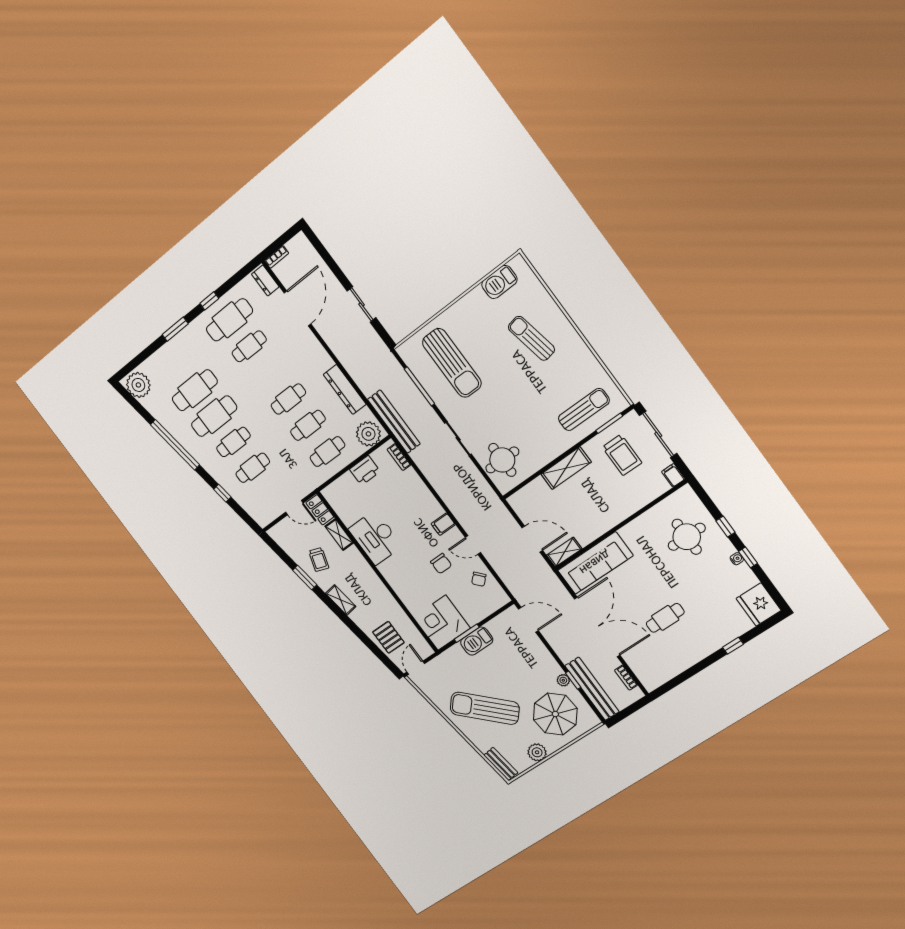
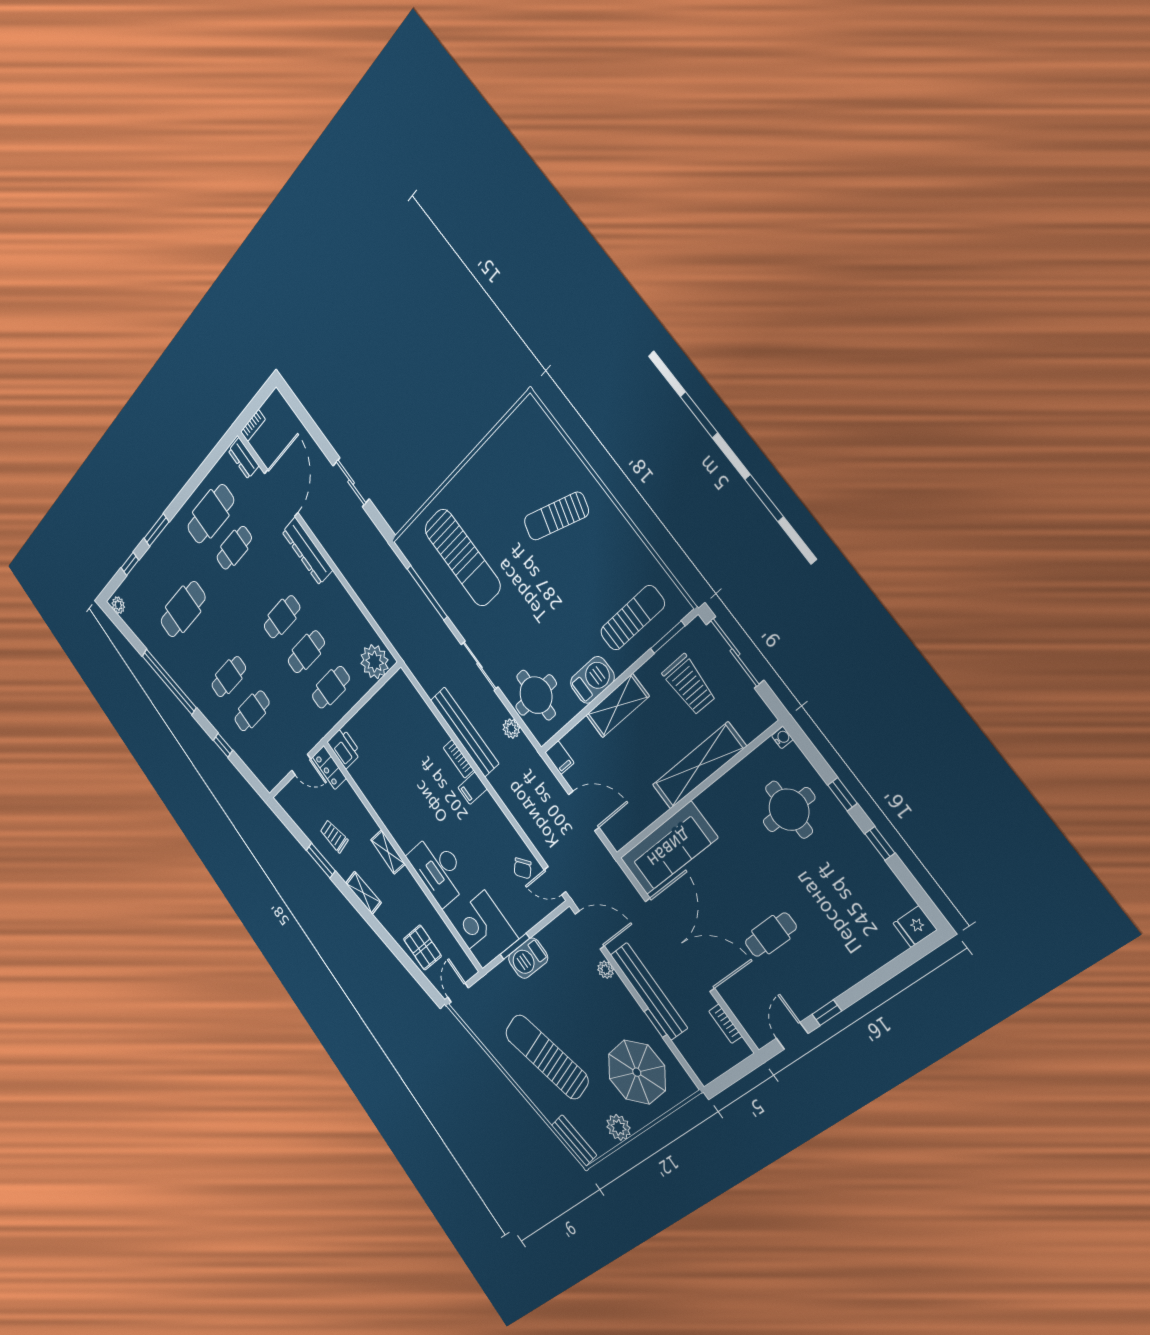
barbecue: (499, 282) -> (592, 680), moved, turned 180
window: (209, 301) -> (130, 564), moved
sun lounger: (531, 338) -> (556, 516), turned -61
plant: (138, 385) -> (118, 605), width x0.53, depth x0.53
dresser: (345, 389) -> (307, 551), moved
cafe table: (214, 416) -> (206, 643), removed
bench: (394, 422) -> (465, 732), moved
bookcase: (399, 457) -> (458, 759), moved
printer: (365, 470) -> (344, 748), moved, turned -90
filing cabinet: (673, 475) -> (559, 758), moved, turned 180
plant: (480, 483) -> (511, 729), added
shelving: (339, 535) -> (388, 852), moved
desk: (375, 538) -> (438, 870), moved
door: (473, 545) -> (555, 881), moved
shelving: (564, 552) -> (699, 766), moved, width x2.20, depth x1.33
water cooler: (737, 559) -> (782, 738), moved
trolley: (319, 560) -> (334, 836), turned 150
chair: (441, 564) -> (475, 845), removed
fridge: (759, 604) -> (915, 926), width x0.53, depth x0.75
window: (733, 646) -> (827, 1013), moved
plant: (563, 680) -> (606, 970), moved
door: (674, 683) -> (792, 1036), added
bench: (592, 689) -> (649, 991), moved
sun lounger: (485, 708) -> (547, 1057), turned 31

